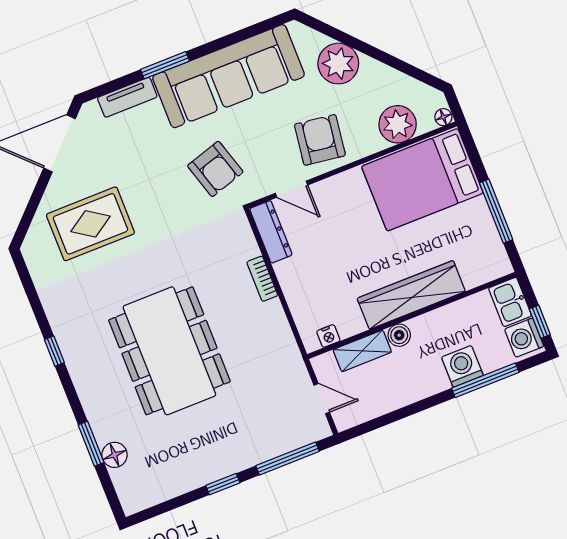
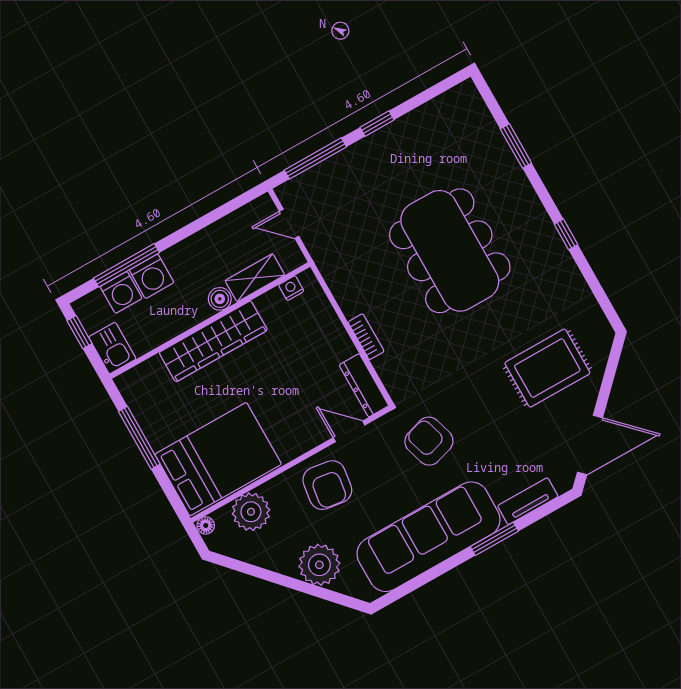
washing machine: (524, 338) -> (121, 292), moved, turned 90
floor lamp: (115, 455) -> (491, 138), removed

